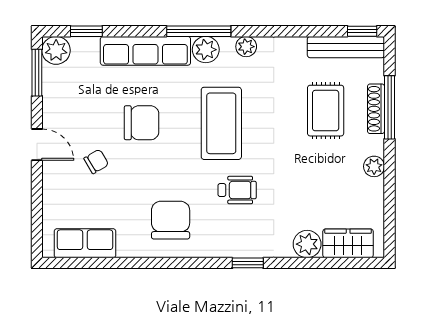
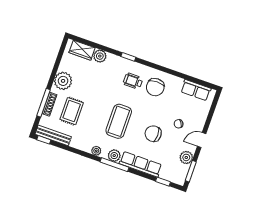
plant: (56, 50) -> (186, 157), moved
door: (37, 145) -> (202, 140), hinge flipped
plant: (374, 166) -> (63, 81), width x1.88, depth x1.88
wheelchair: (237, 190) -> (133, 81), moved

